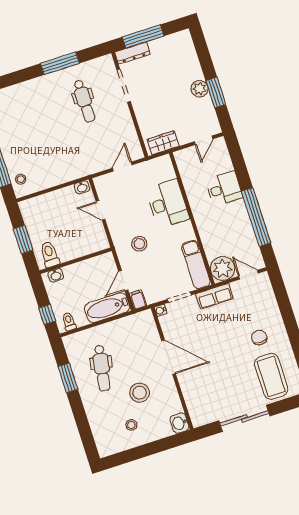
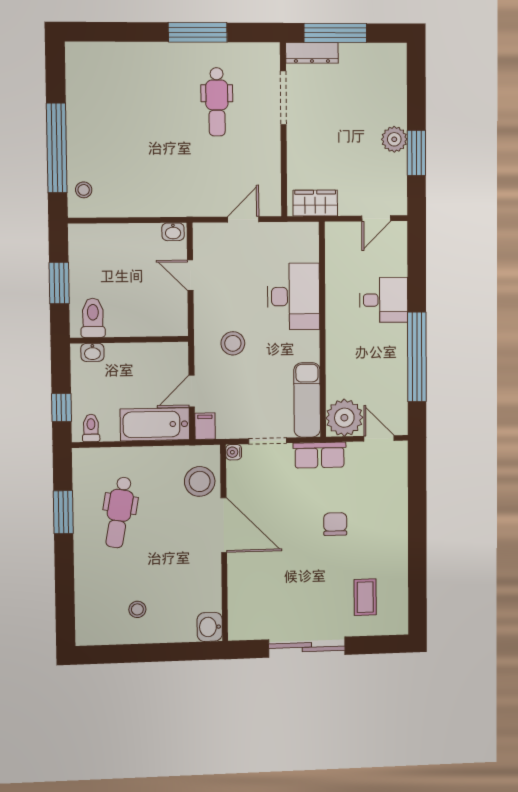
chair: (259, 338) -> (335, 524), moved
coffee table: (271, 376) -> (365, 597), width x0.54, depth x0.58
stool: (140, 393) -> (200, 481), moved

